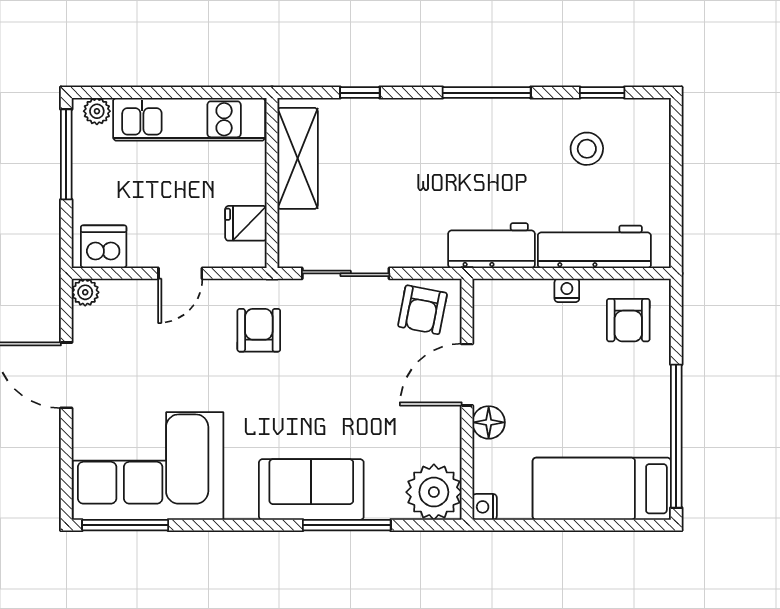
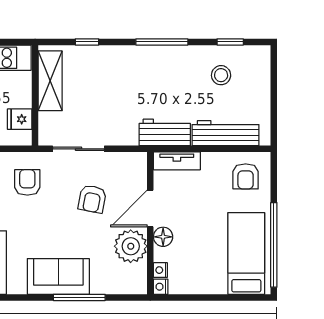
nightstand: (567, 290) -> (160, 270), moved, turned -90
tv unit: (512, 294) -> (177, 161), added
armchair: (423, 310) -> (92, 199), moved
bed: (602, 489) -> (246, 253), moved, turned 90
plant: (434, 492) -> (131, 246), moved

